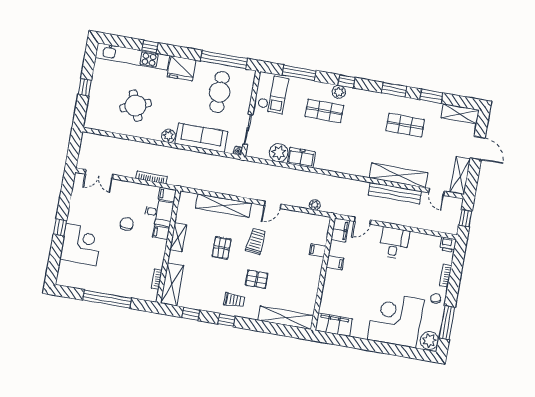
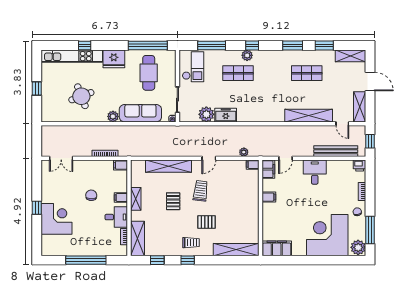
bench: (395, 193) -> (336, 151), moved
desk: (159, 213) -> (116, 217), moved
filing cabinet: (317, 250) -> (253, 165), moved

